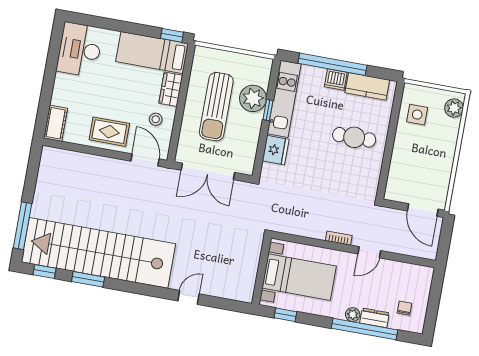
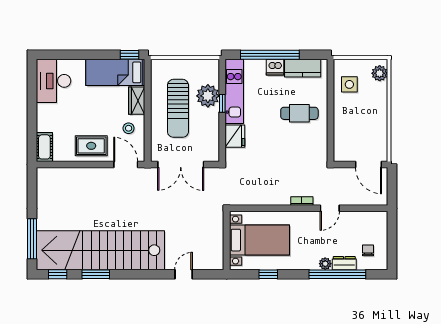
wall: (261, 271) -> (227, 241), moved
bed with nightstands: (299, 277) -> (259, 240), moved

